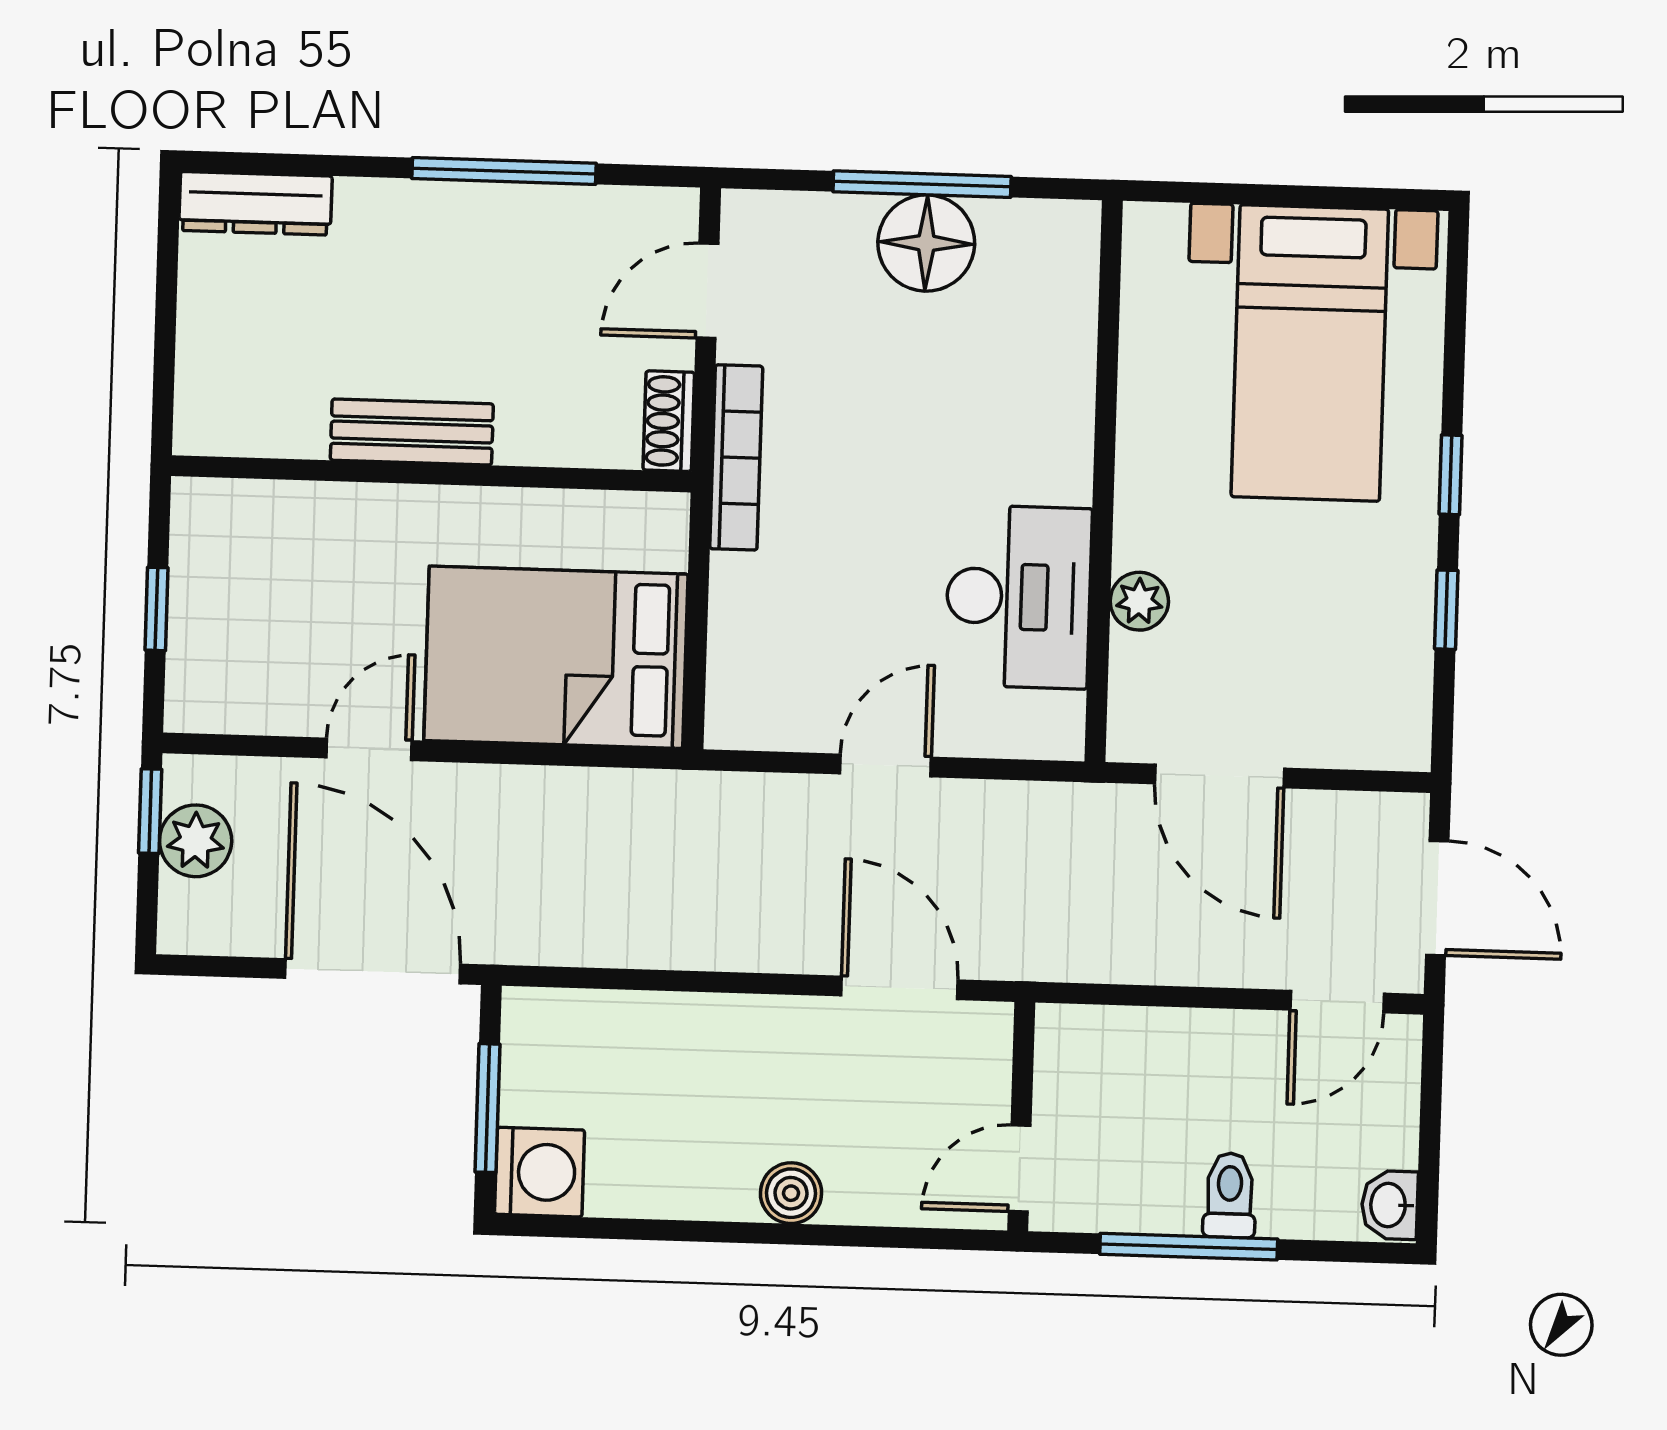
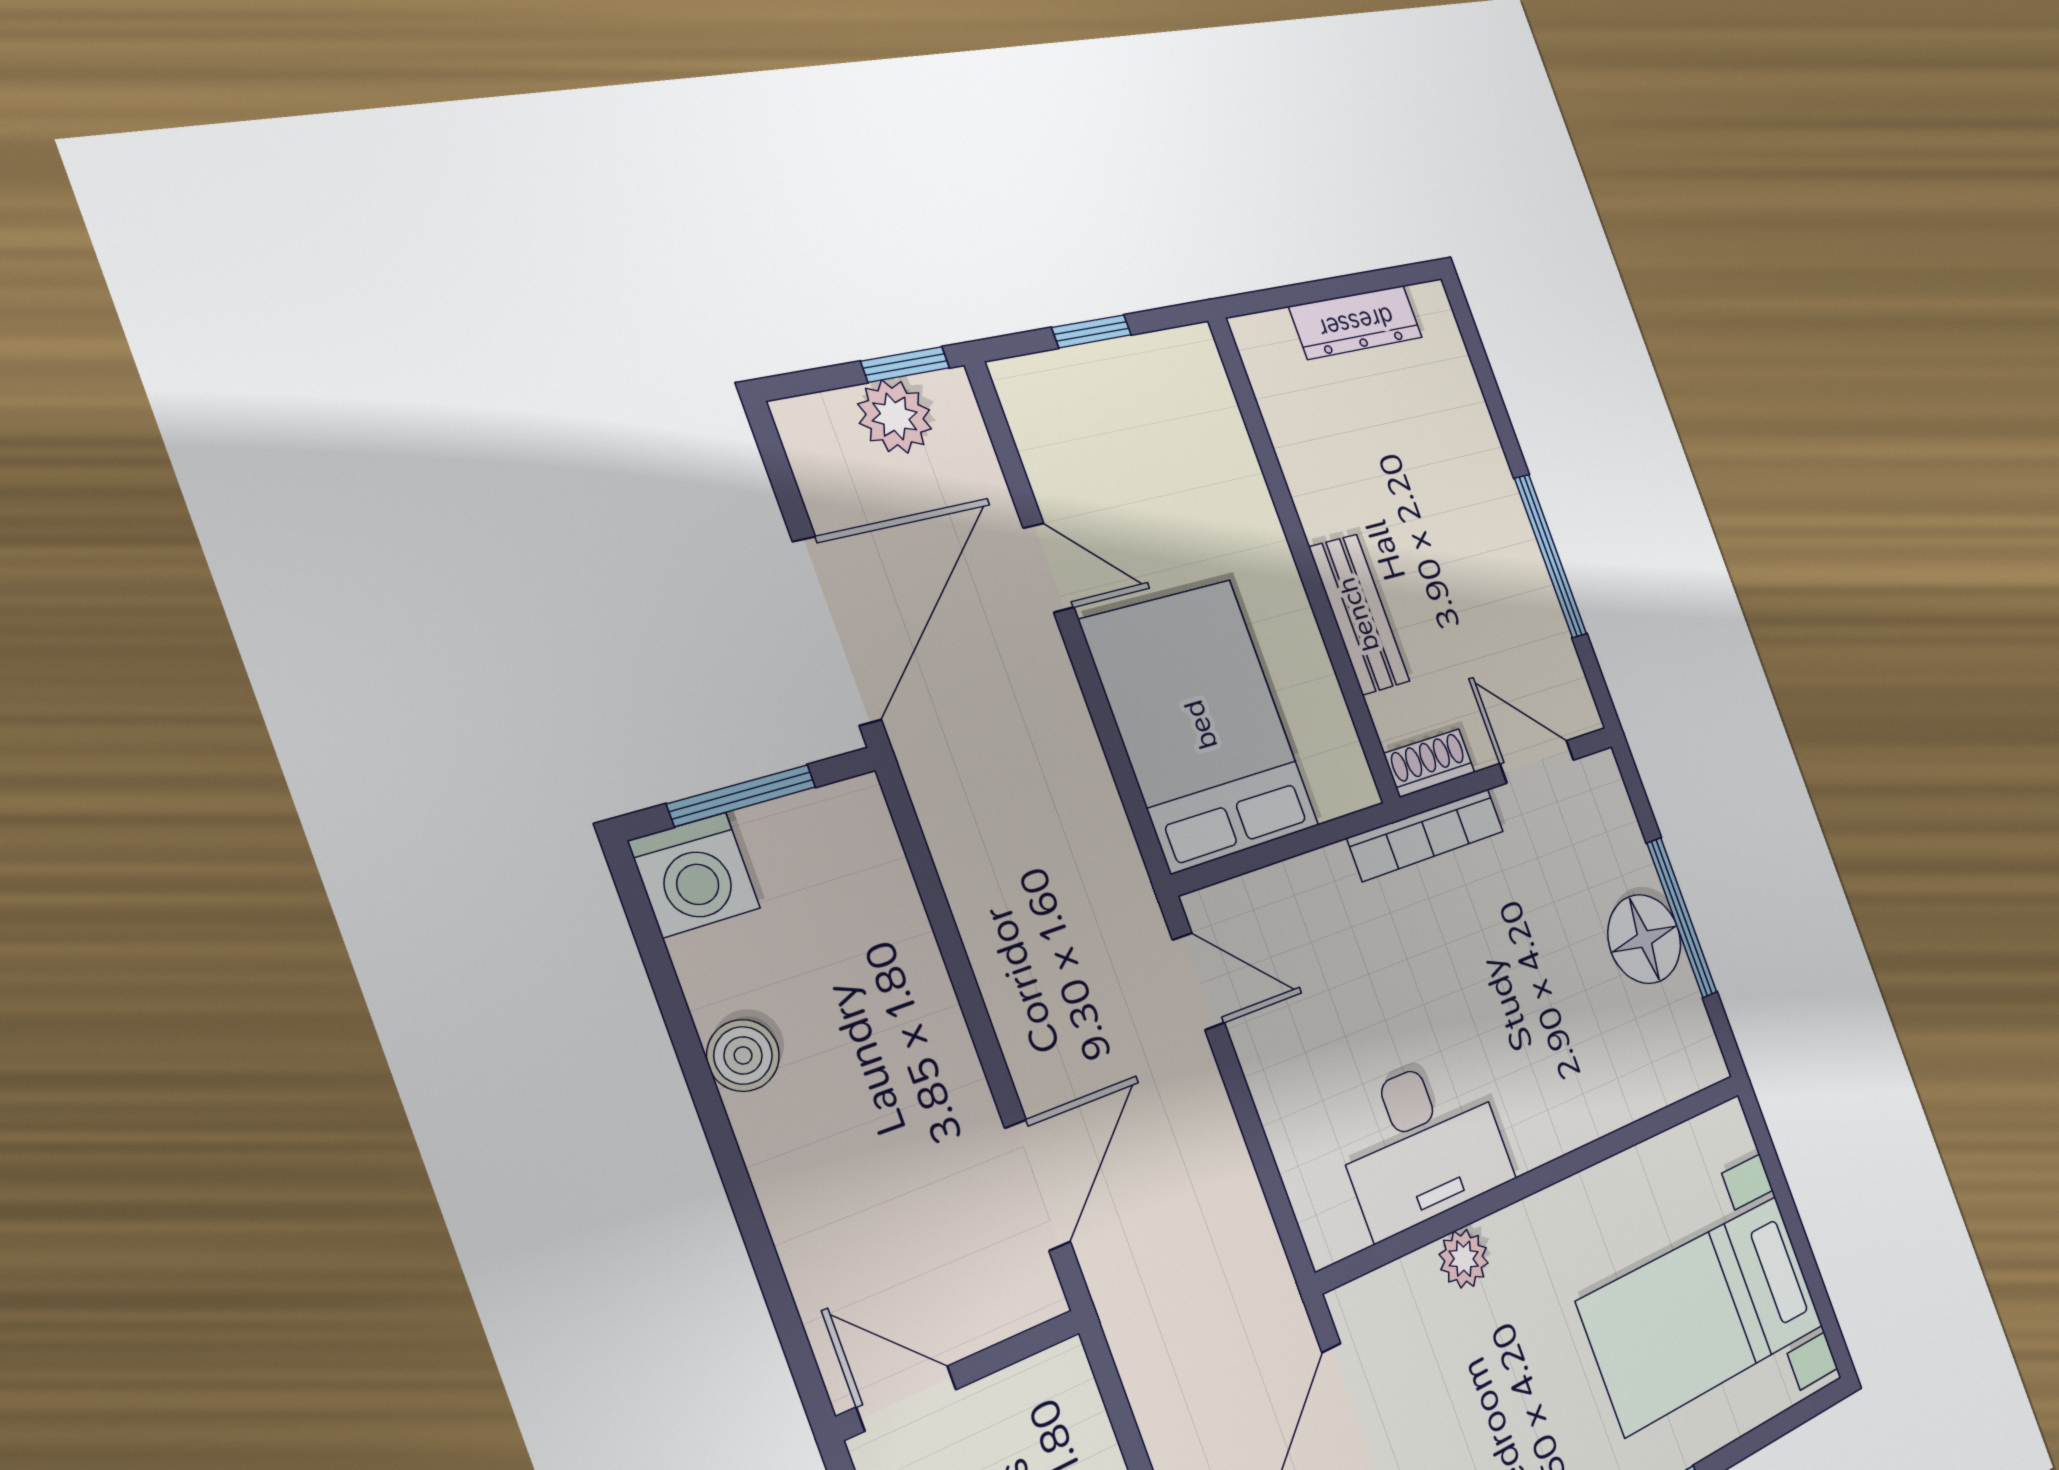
dresser: (255, 203) -> (1356, 322), moved, turned -90
bench: (412, 432) -> (1359, 614), moved
door: (886, 766) -> (1198, 981), moved
boiler: (791, 1193) -> (743, 1055), moved

